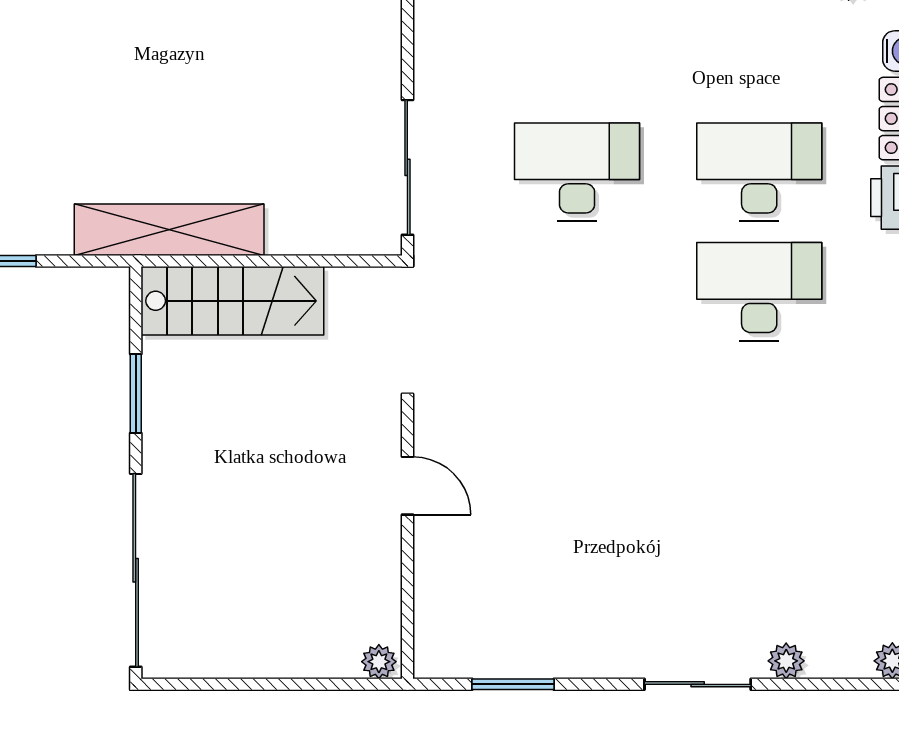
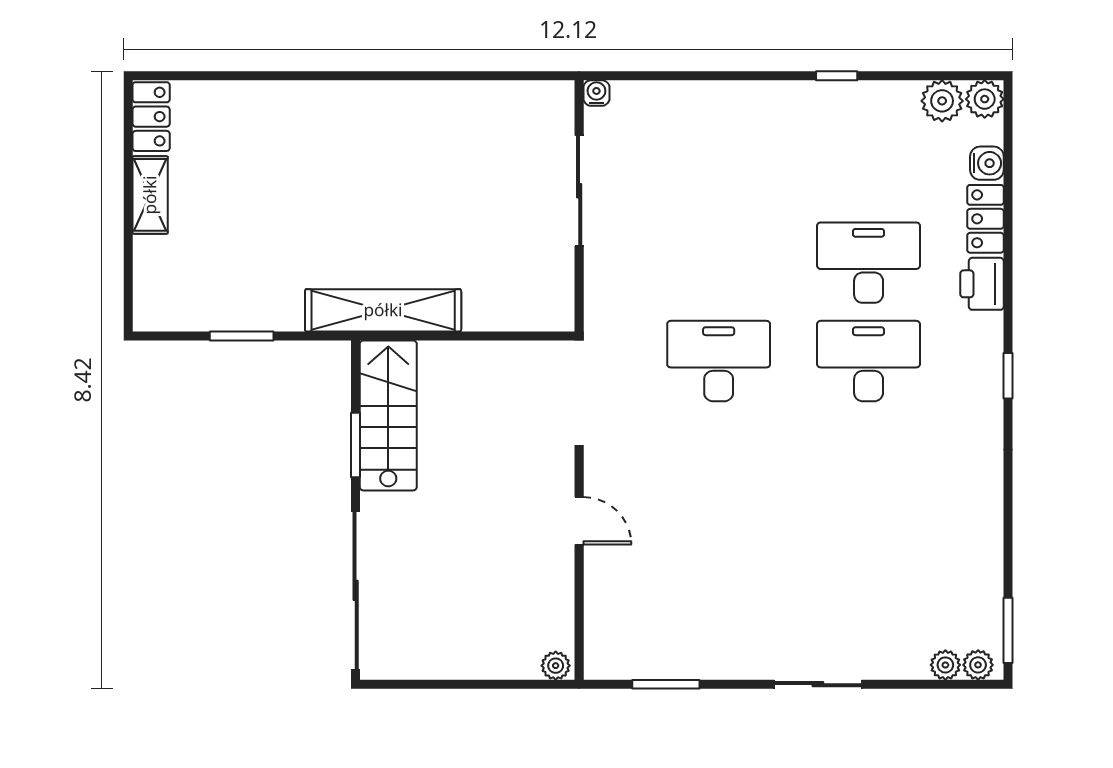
sliding door: (407, 167) -> (579, 191), moved
desk: (577, 172) -> (719, 361), moved
stairs: (232, 301) -> (388, 415), moved, turned -90
plant: (786, 661) -> (945, 665), moved

